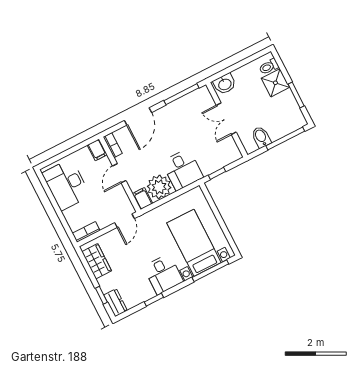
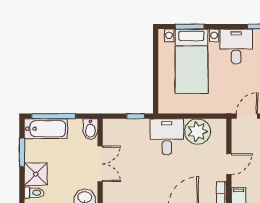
bathtub: (286, 125) -> (46, 129), added
bidet: (261, 137) -> (90, 129), moved
filing cabinet: (143, 199) -> (219, 128), removed
window: (210, 271) -> (190, 27), width x0.69

